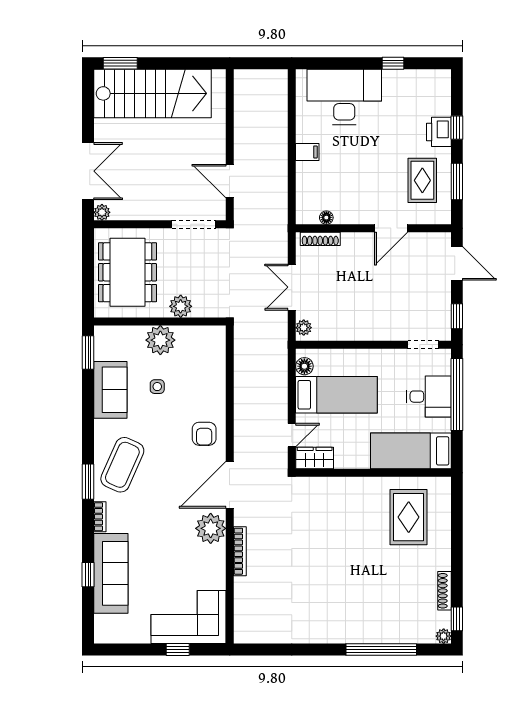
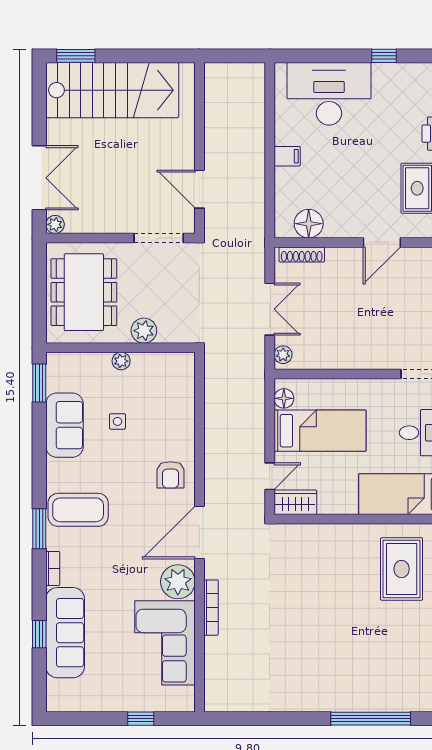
floor lamp: (326, 218) -> (309, 224), width x1.89, depth x1.89
double door: (292, 287) -> (270, 309), swing flipped
plant: (160, 340) -> (121, 361), width x0.53, depth x0.53
coffee table: (122, 465) -> (78, 510), turned 66
corner sofa: (188, 617) -> (165, 643), moved, turned -90

